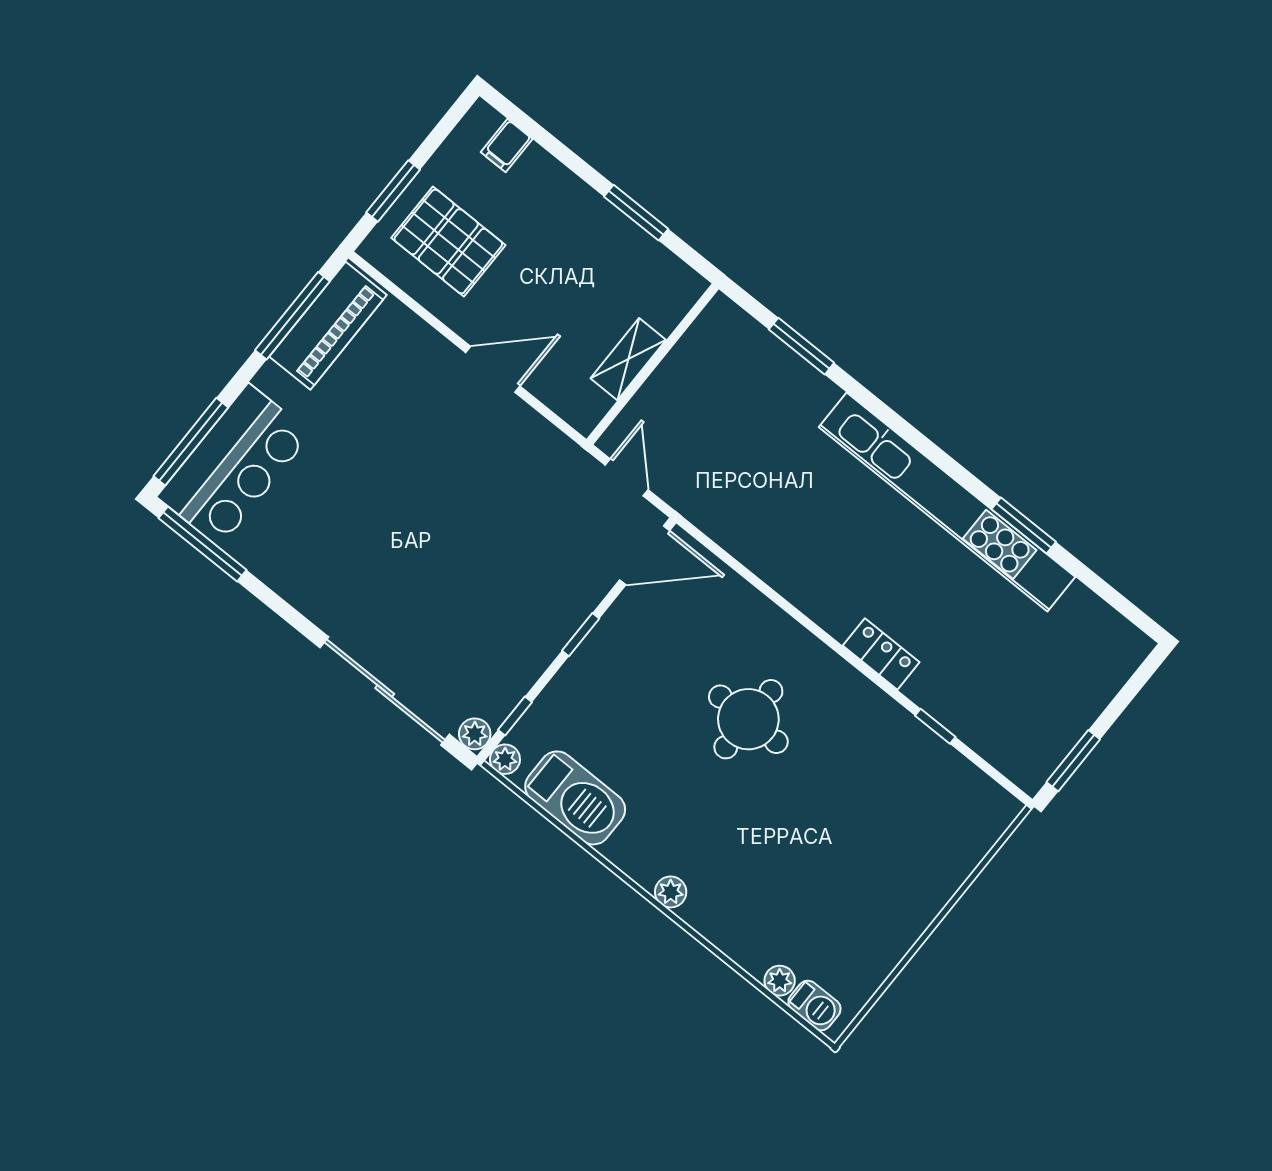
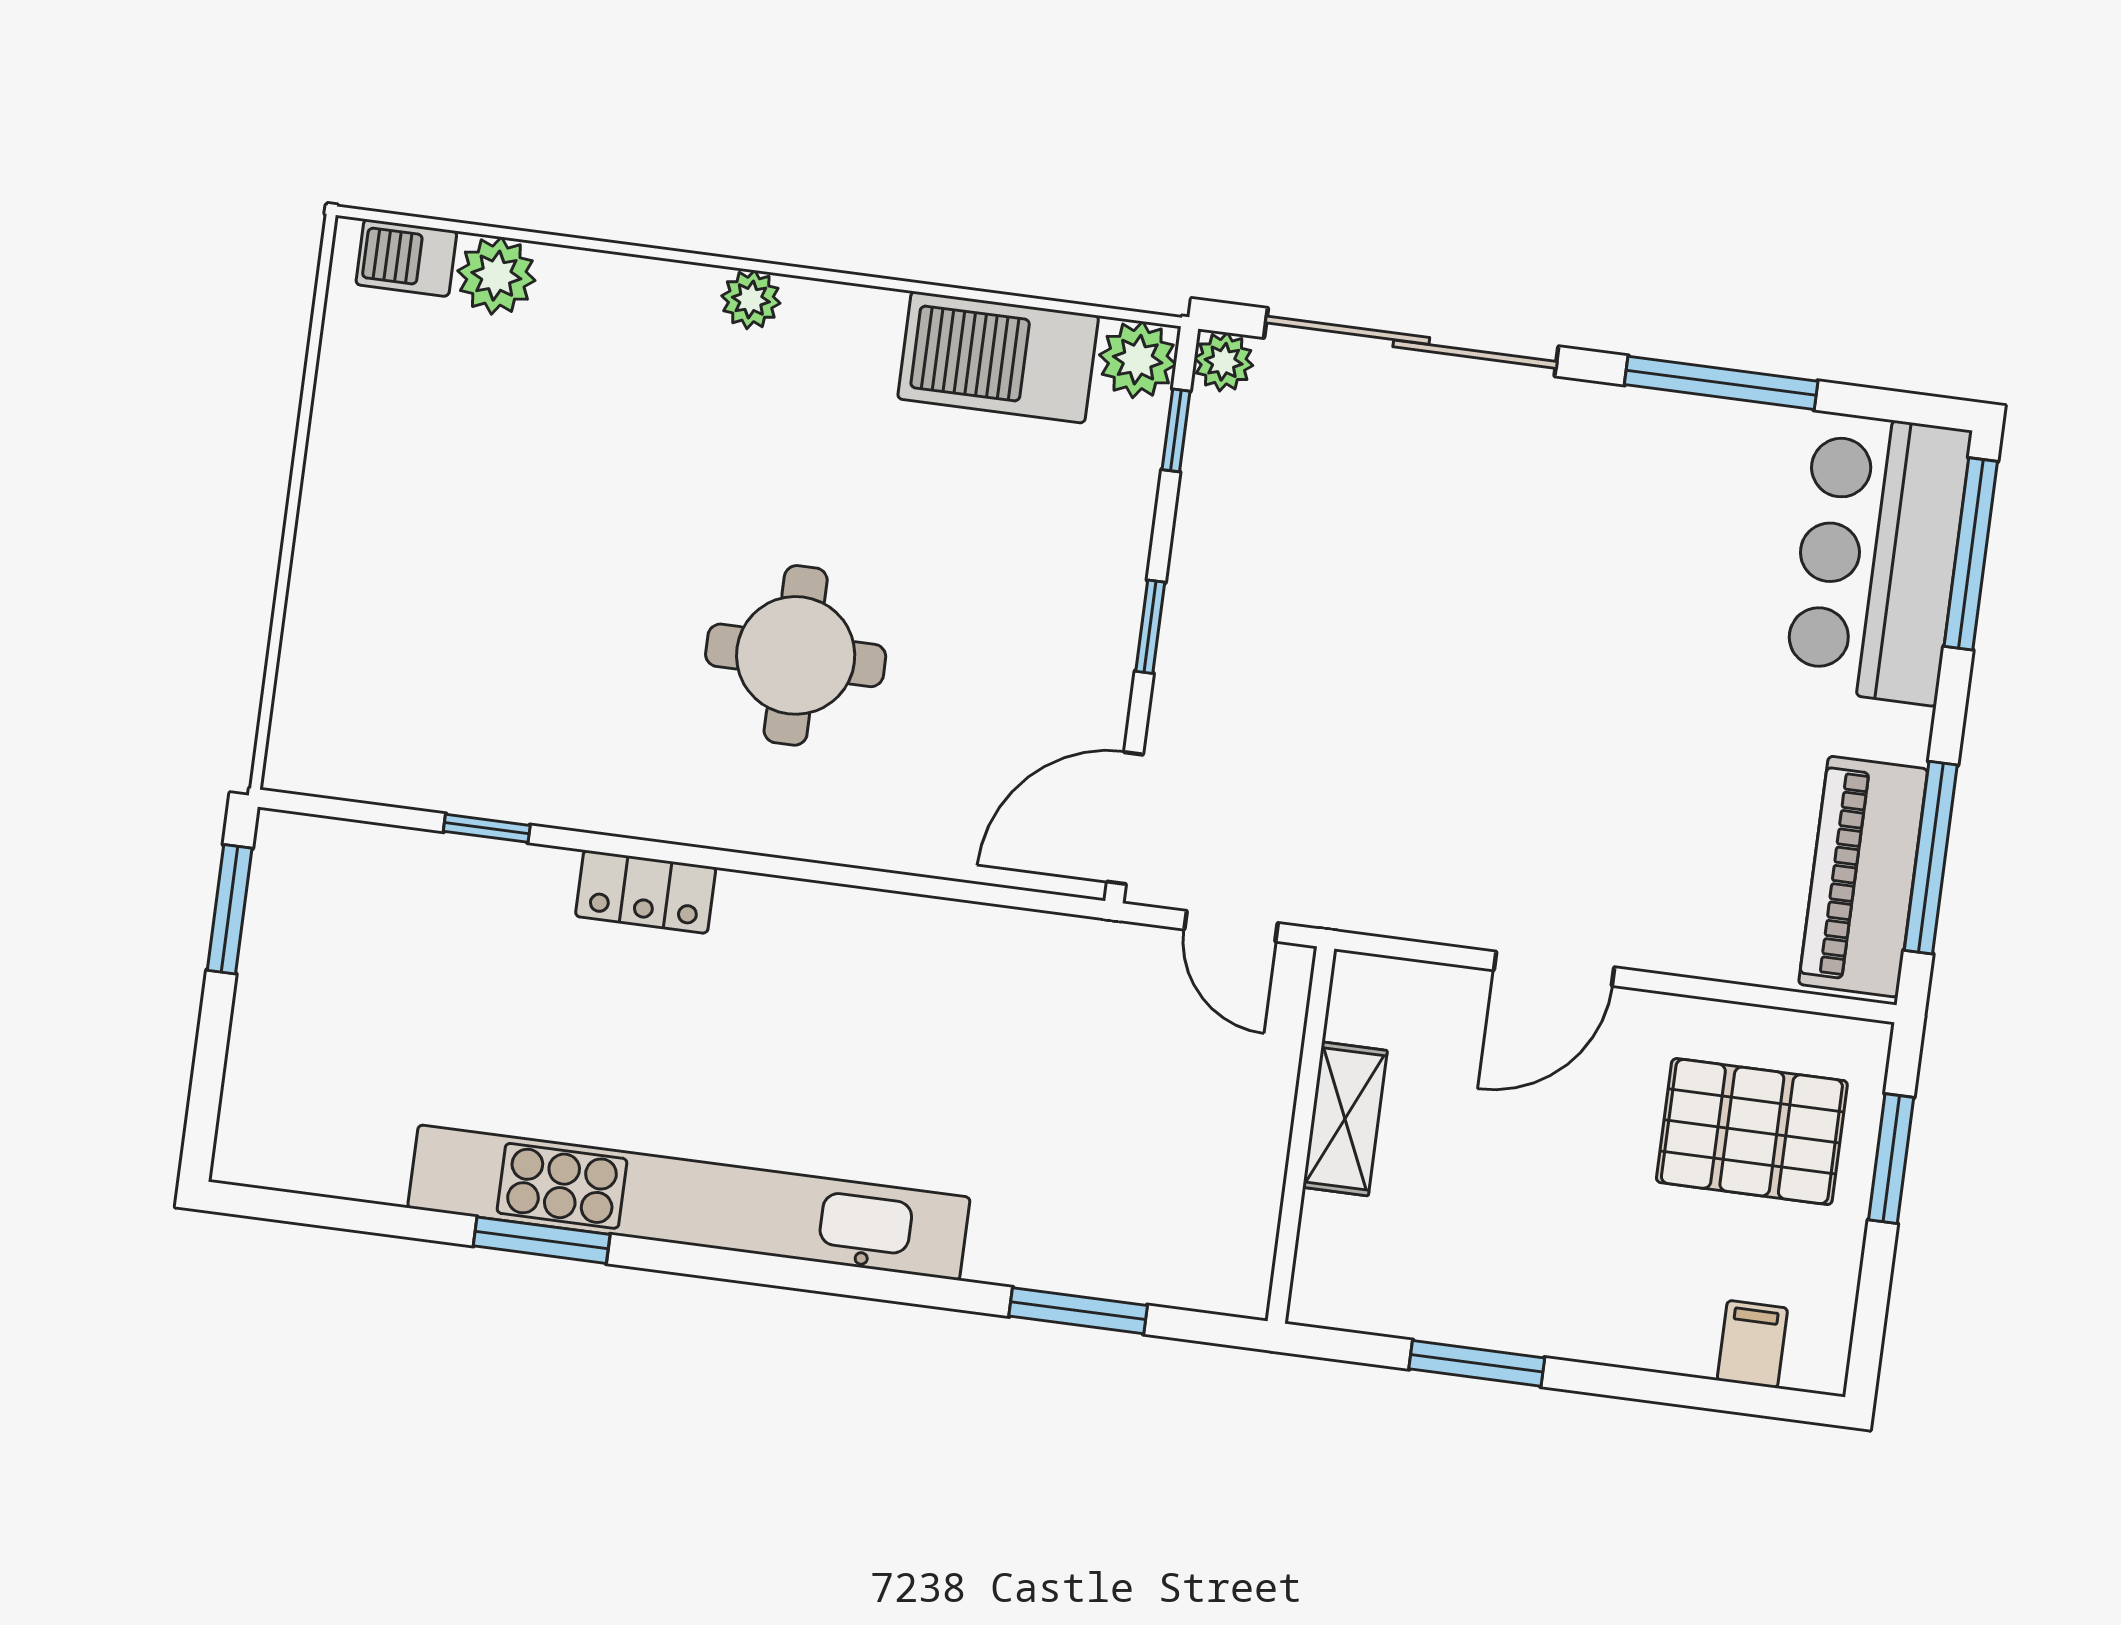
window: (203, 544) -> (1721, 383), moved
plant: (505, 759) -> (1138, 360), width x1.38, depth x1.38
plant: (780, 981) -> (496, 276), width x1.38, depth x1.38

